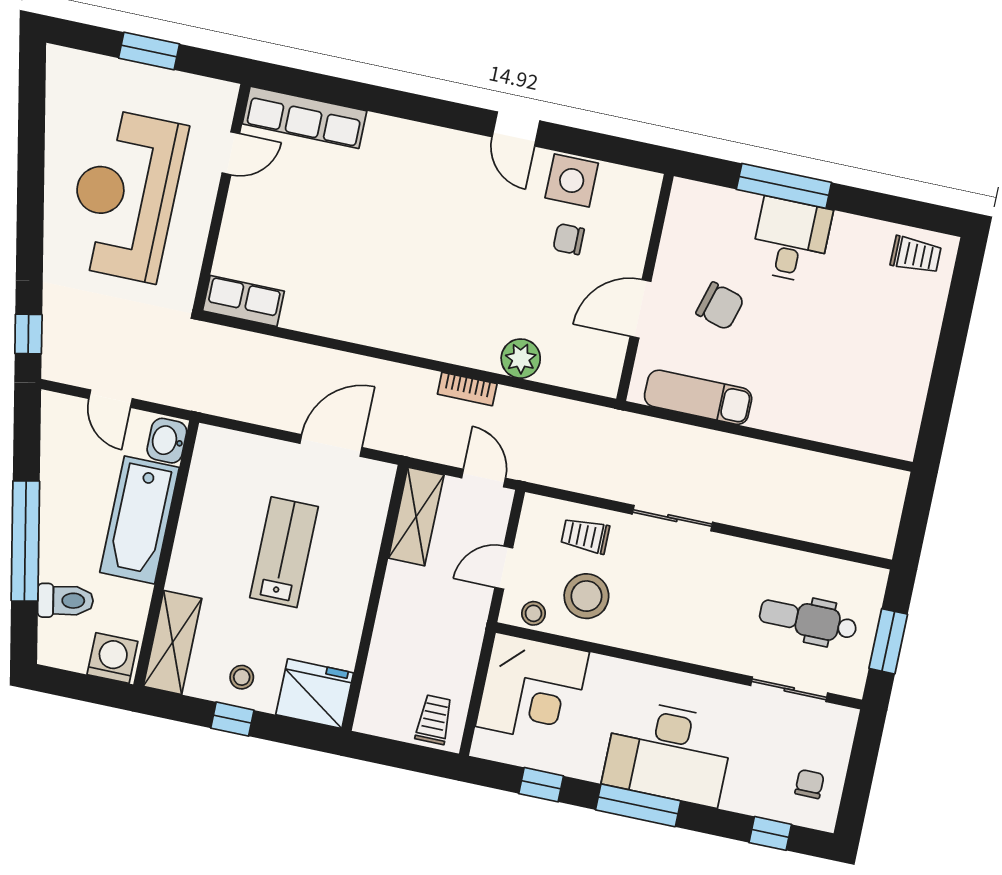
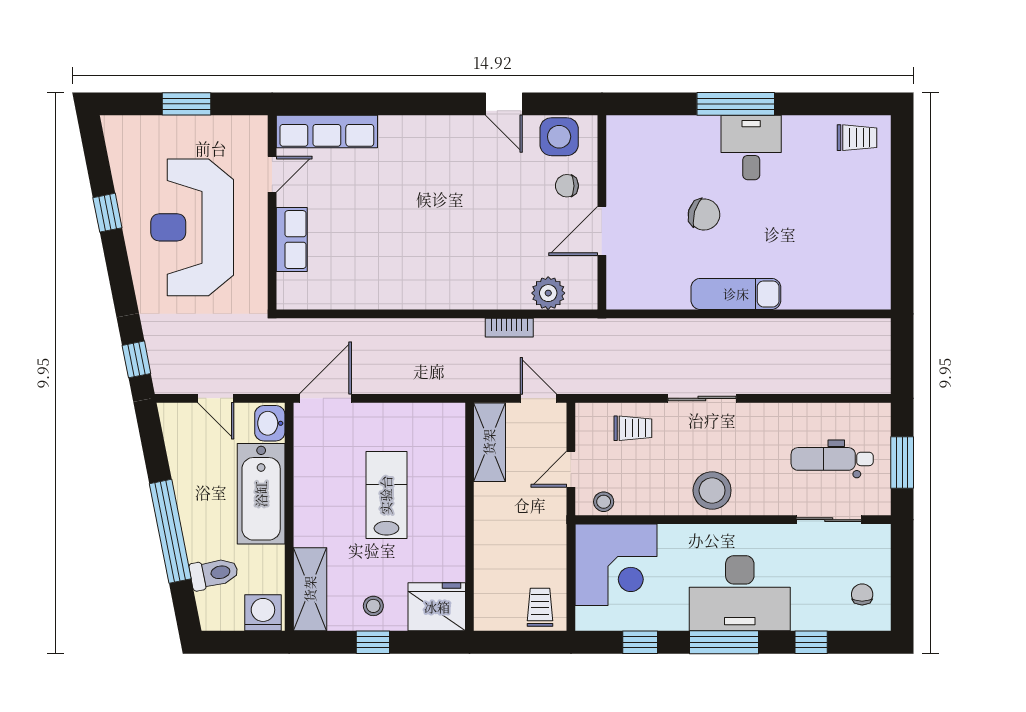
window: (31, 157) -> (107, 213), added
wall: (645, 287) -> (602, 212), moved
row of seats: (243, 301) -> (292, 240), moved, turned 90
door: (640, 309) -> (602, 231), moved
exam couch: (698, 397) -> (736, 294), moved
door: (331, 445) -> (325, 398), moved
trolley: (585, 536) -> (633, 428), turned 180
stool: (586, 596) -> (712, 490), moved
window: (770, 833) -> (811, 642), moved

